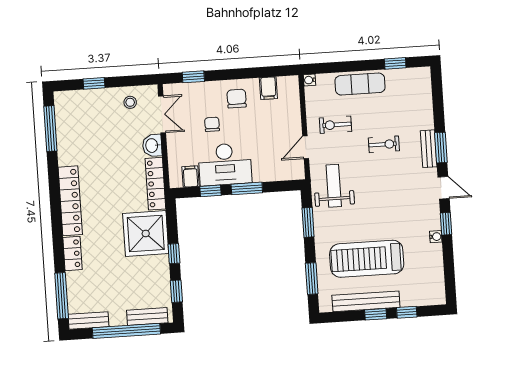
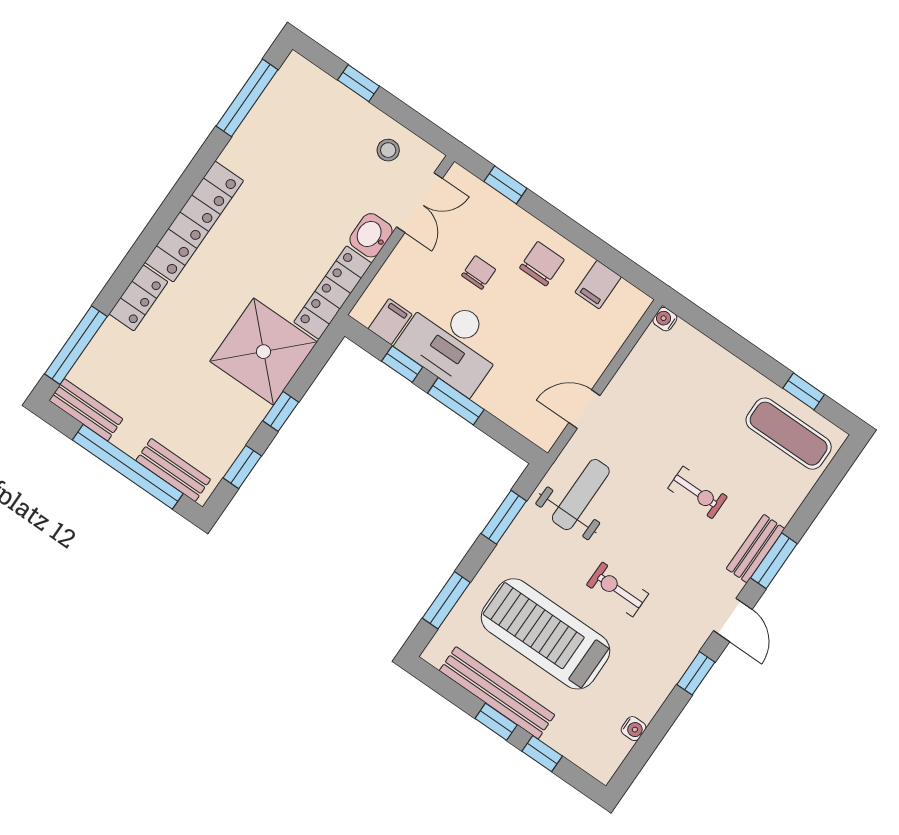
exercise mat: (360, 84) -> (789, 434), moved
exercise bike: (335, 125) -> (618, 589), moved
water cooler: (436, 237) -> (634, 729), moved

